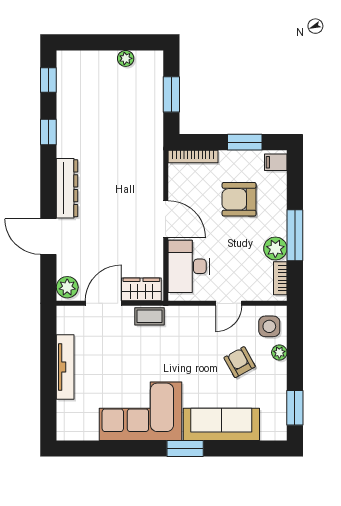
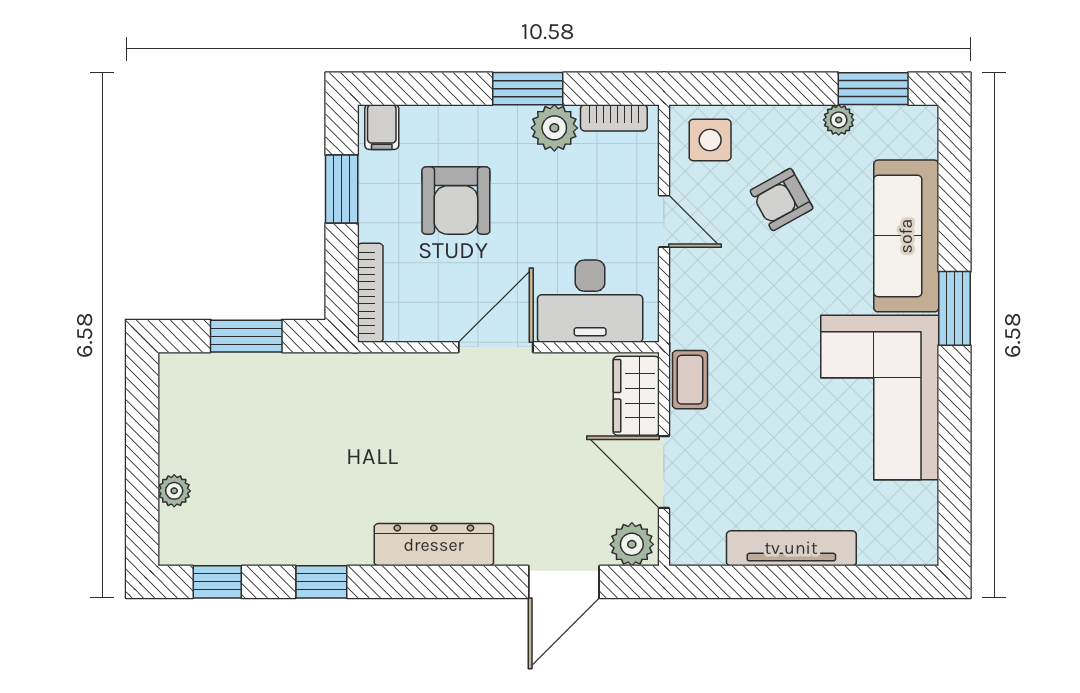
plant: (126, 58) -> (174, 491), moved
window: (295, 235) -> (528, 89), width x0.69
door: (48, 237) -> (564, 582), moved
plant: (279, 353) -> (839, 120), moved

